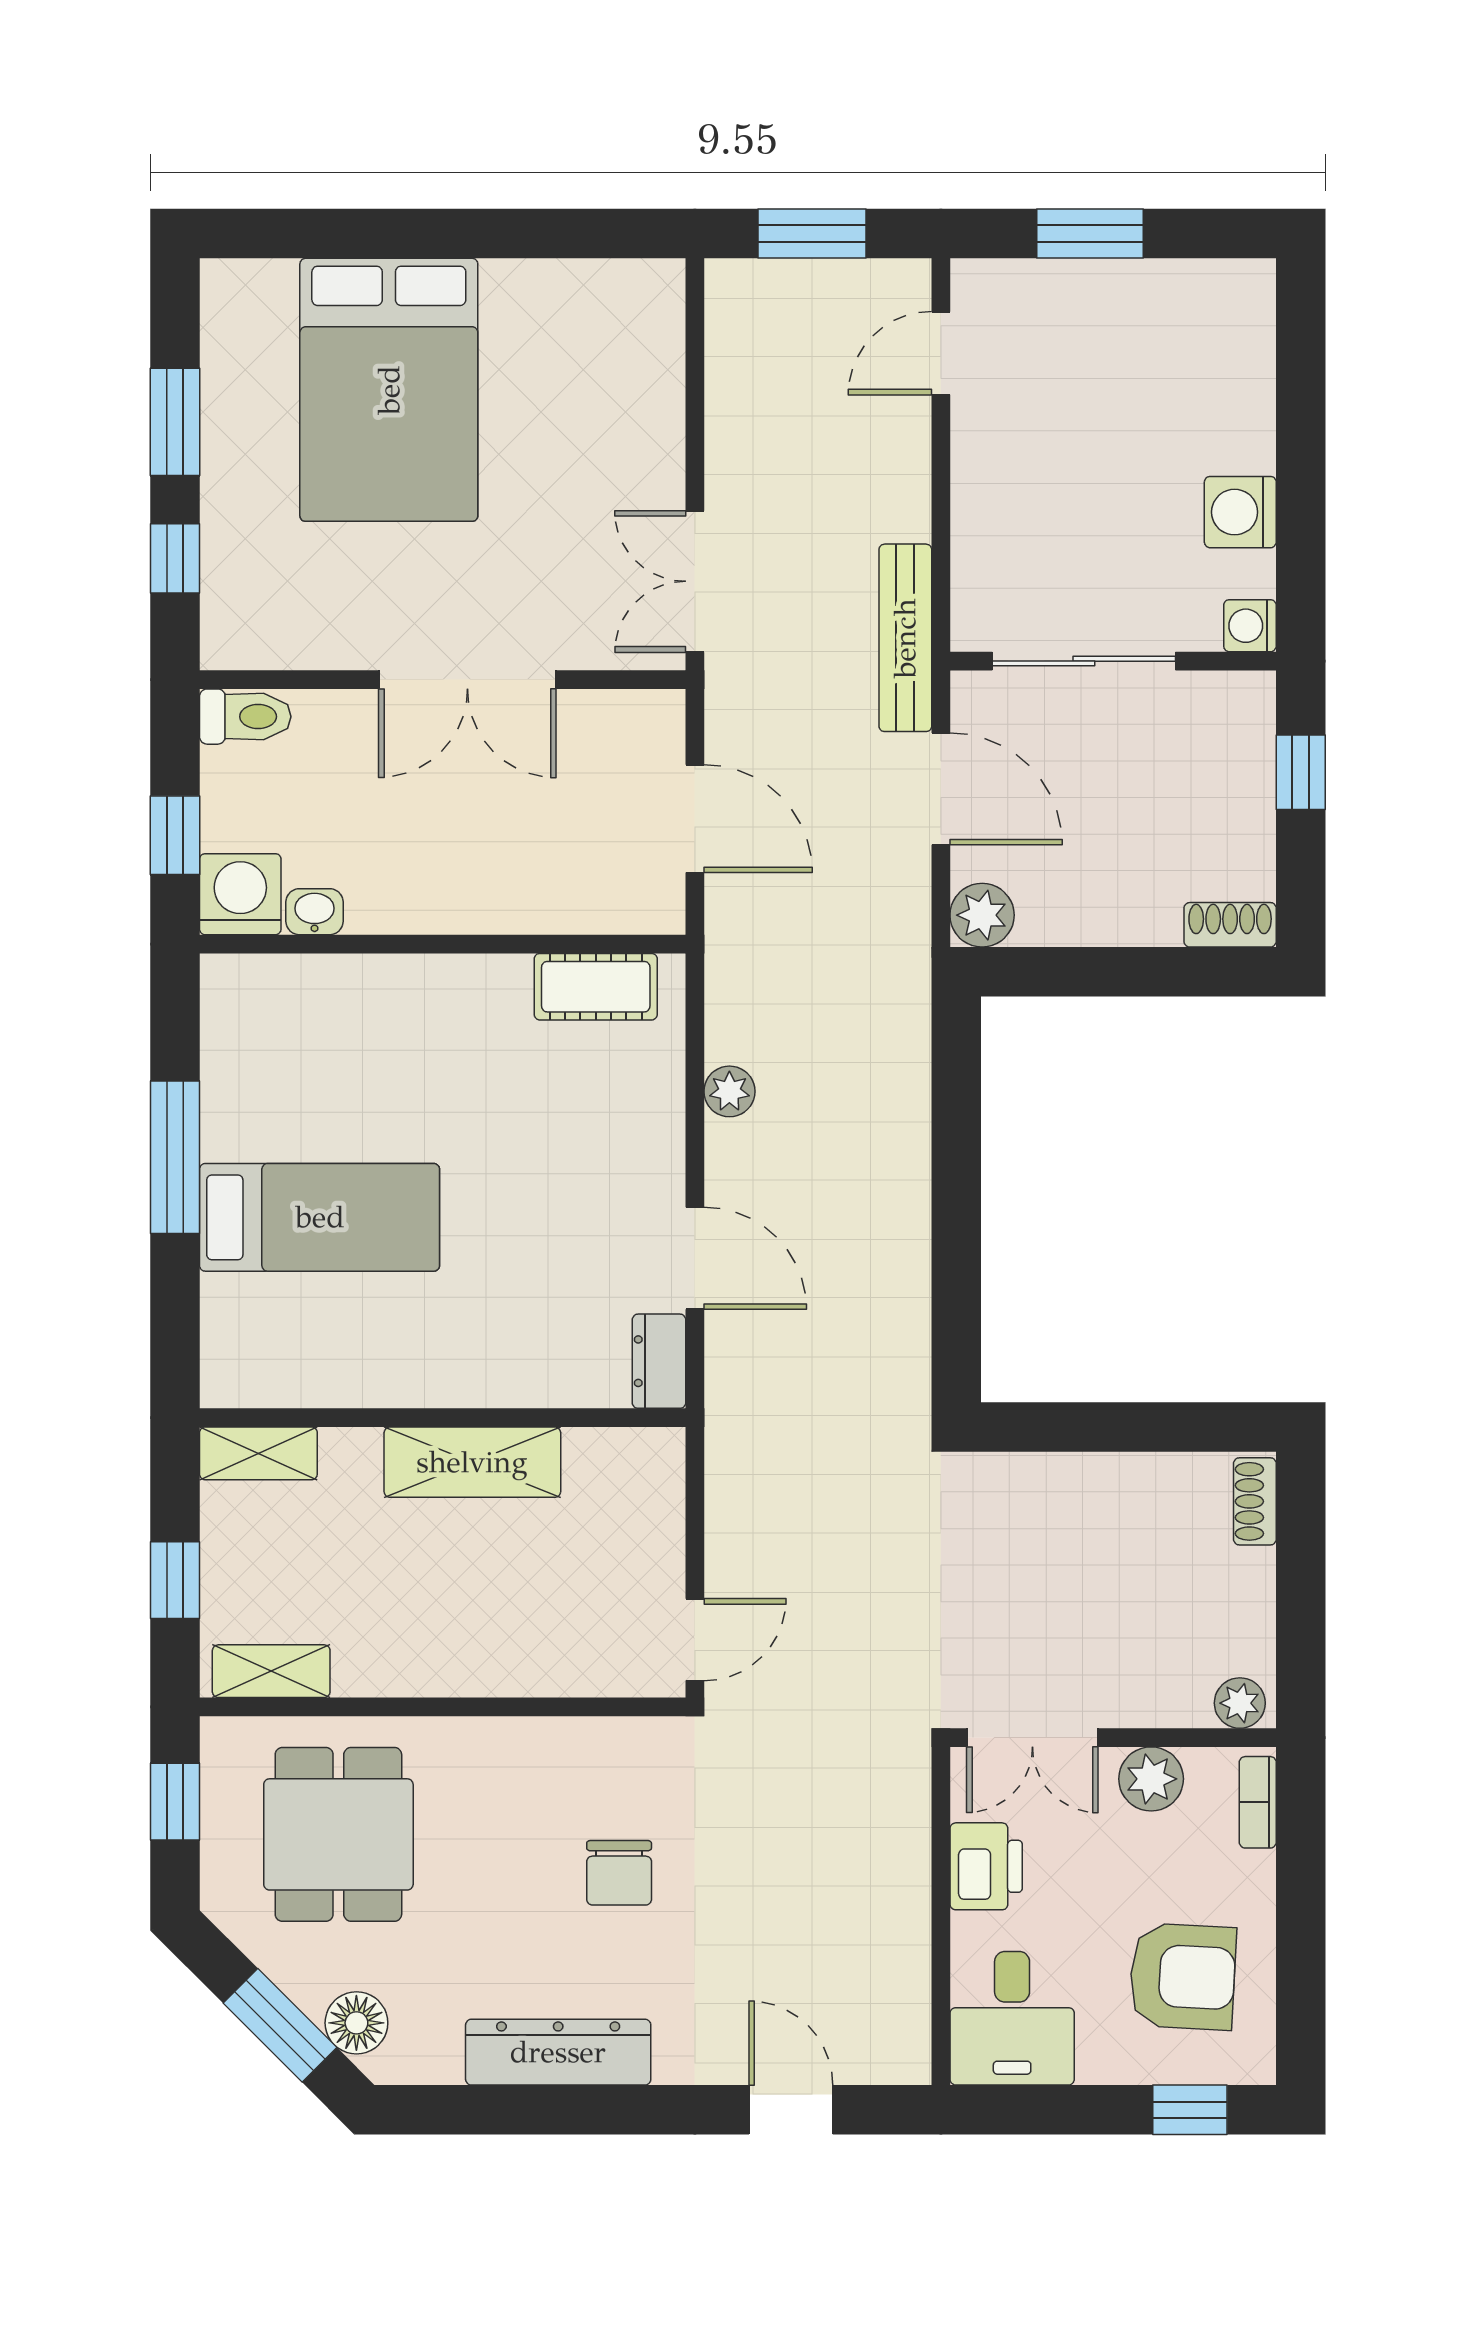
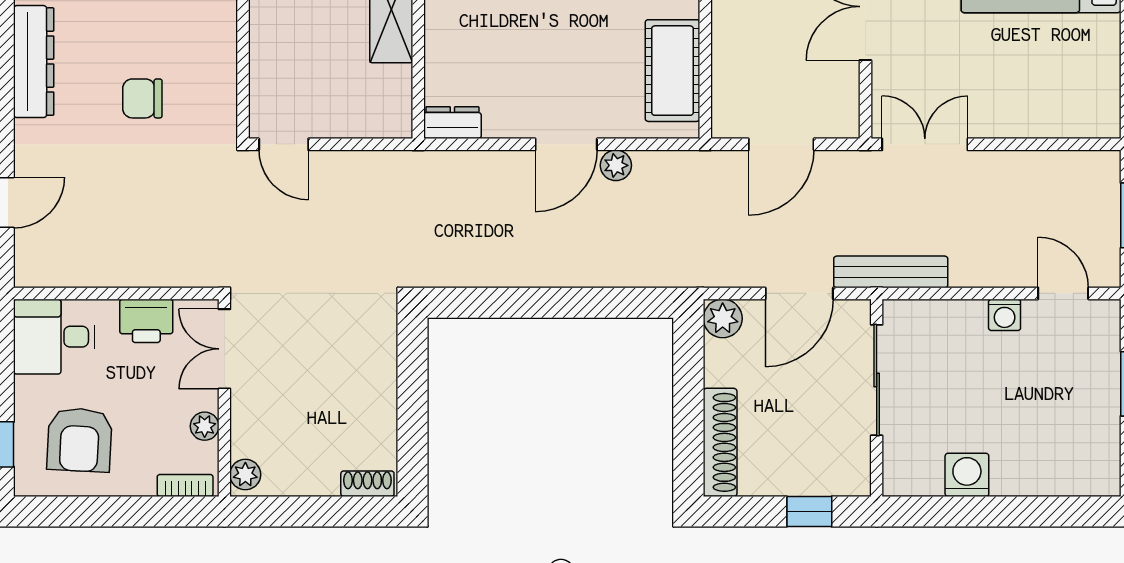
washing machine: (1250, 626) -> (1005, 315), moved, turned 180
shoe rack: (1230, 925) -> (720, 442), width x1.94, depth x1.24
cot: (596, 987) -> (672, 71), width x1.37, depth x1.34
door: (695, 1258) -> (566, 144), moved
plant: (1151, 1779) -> (205, 426), width x0.73, depth x0.73

